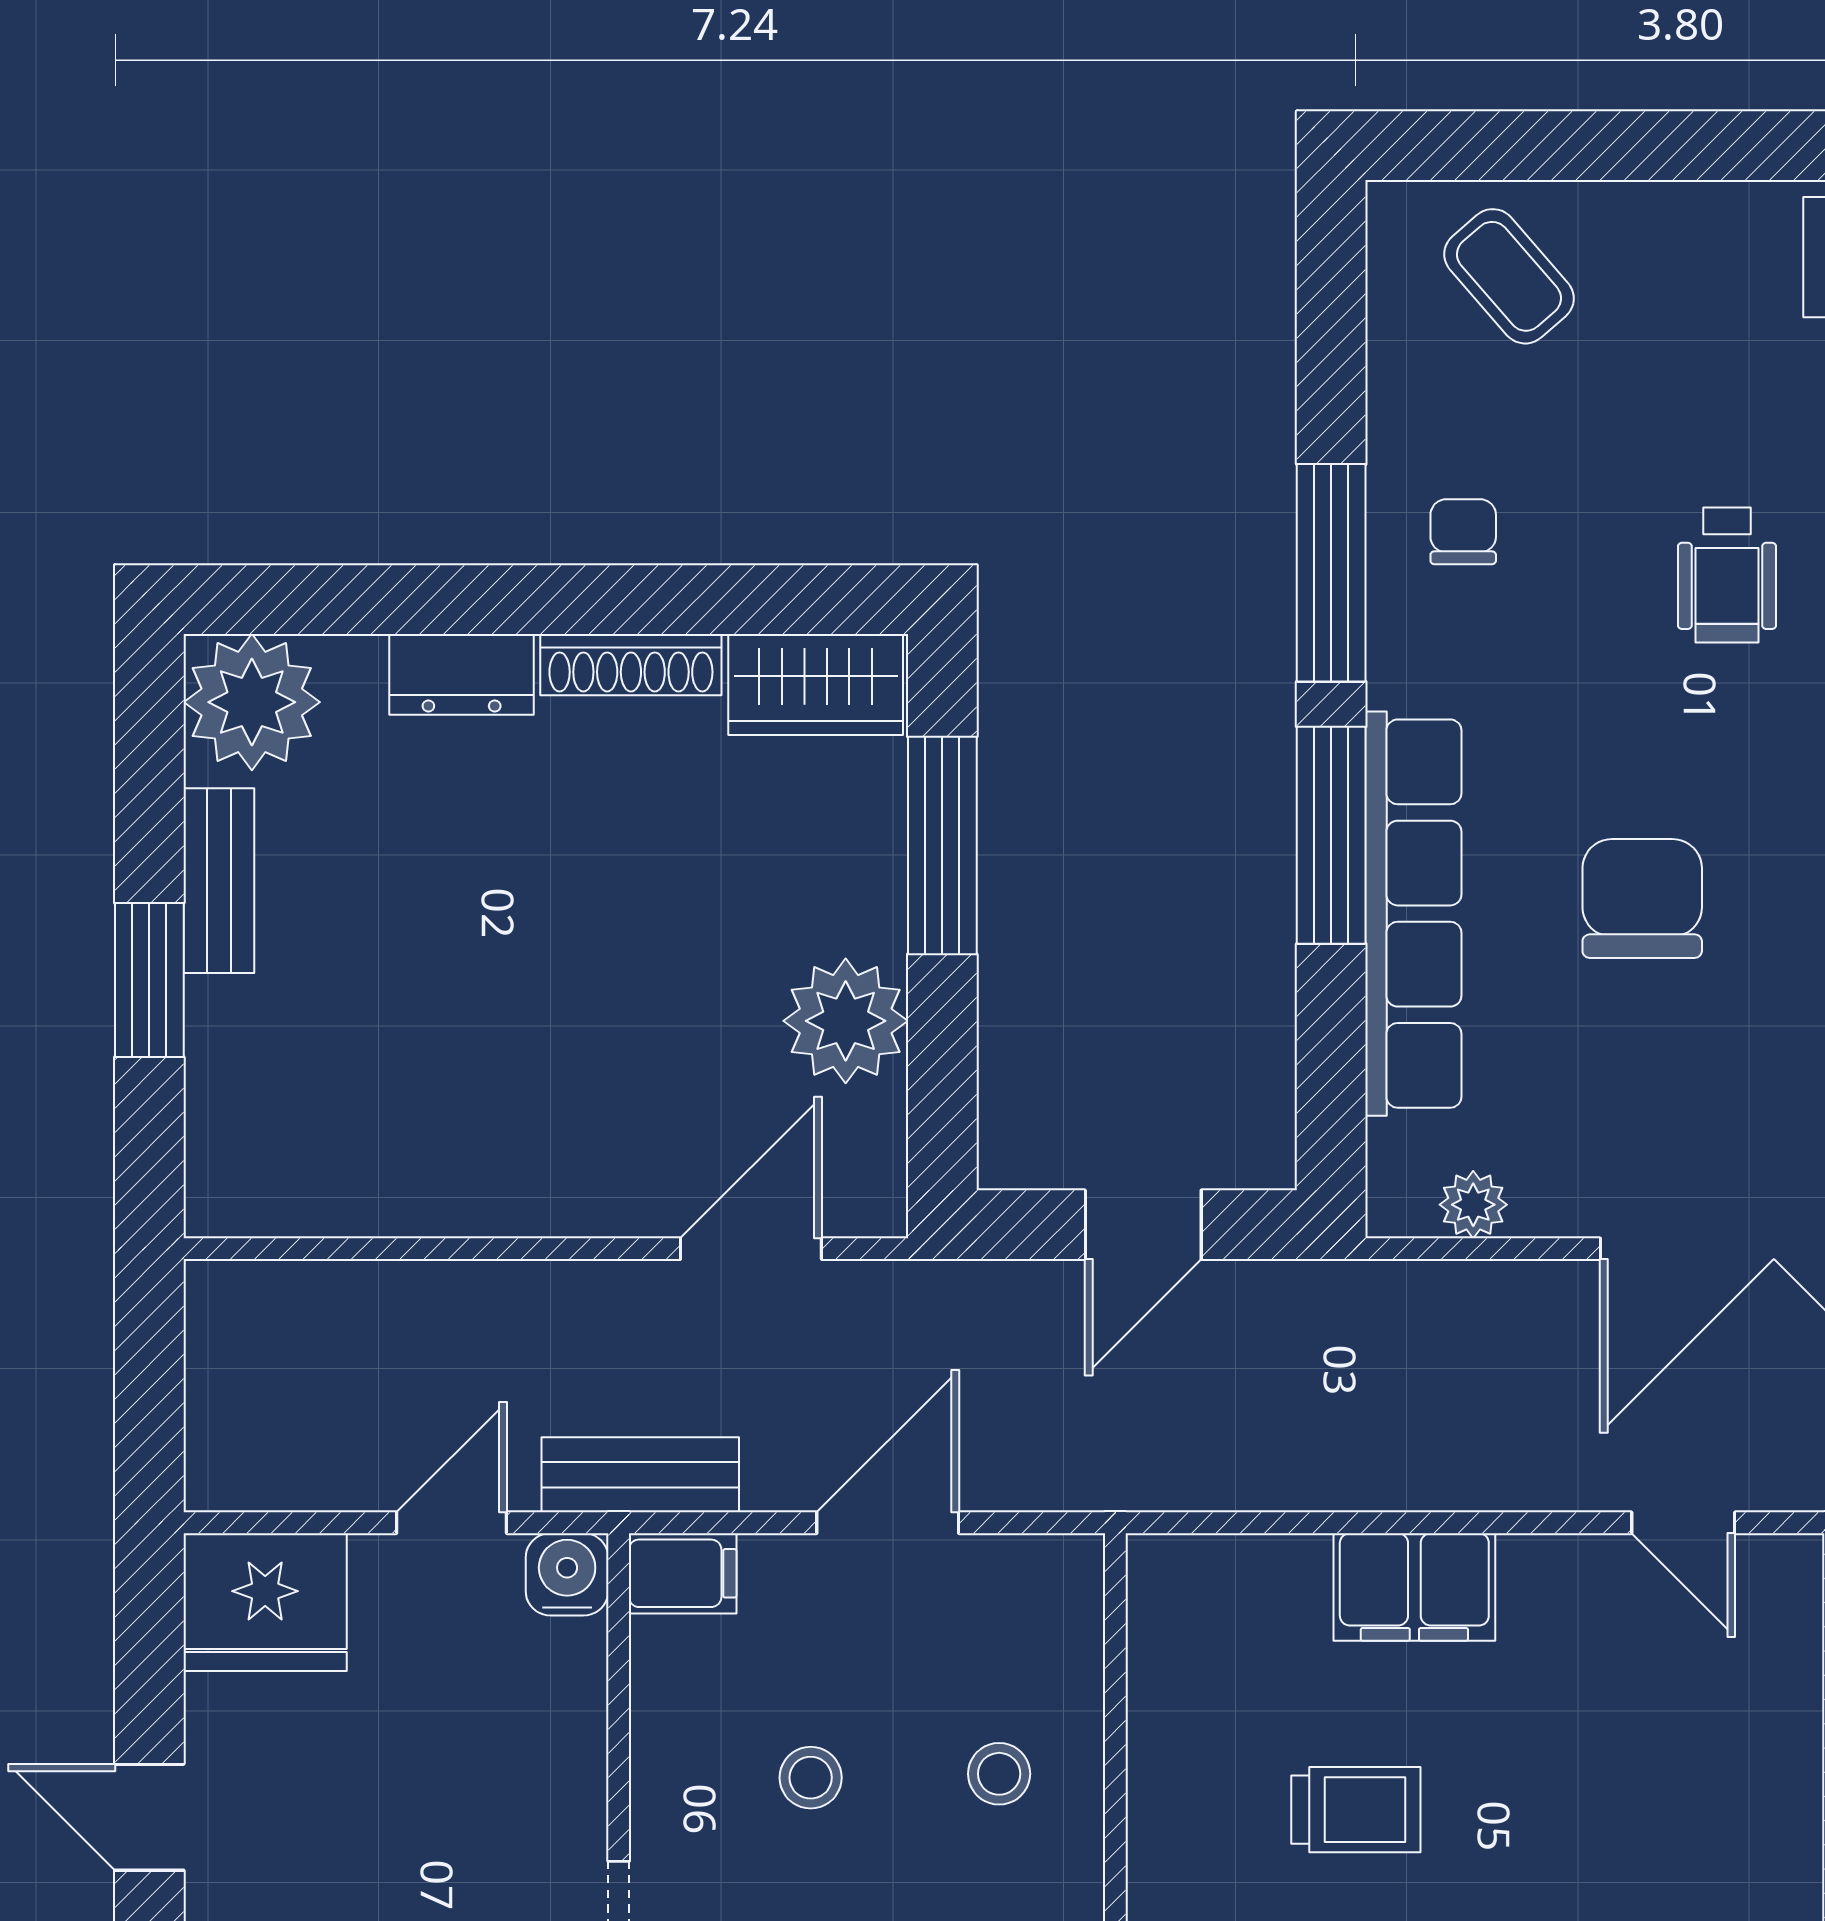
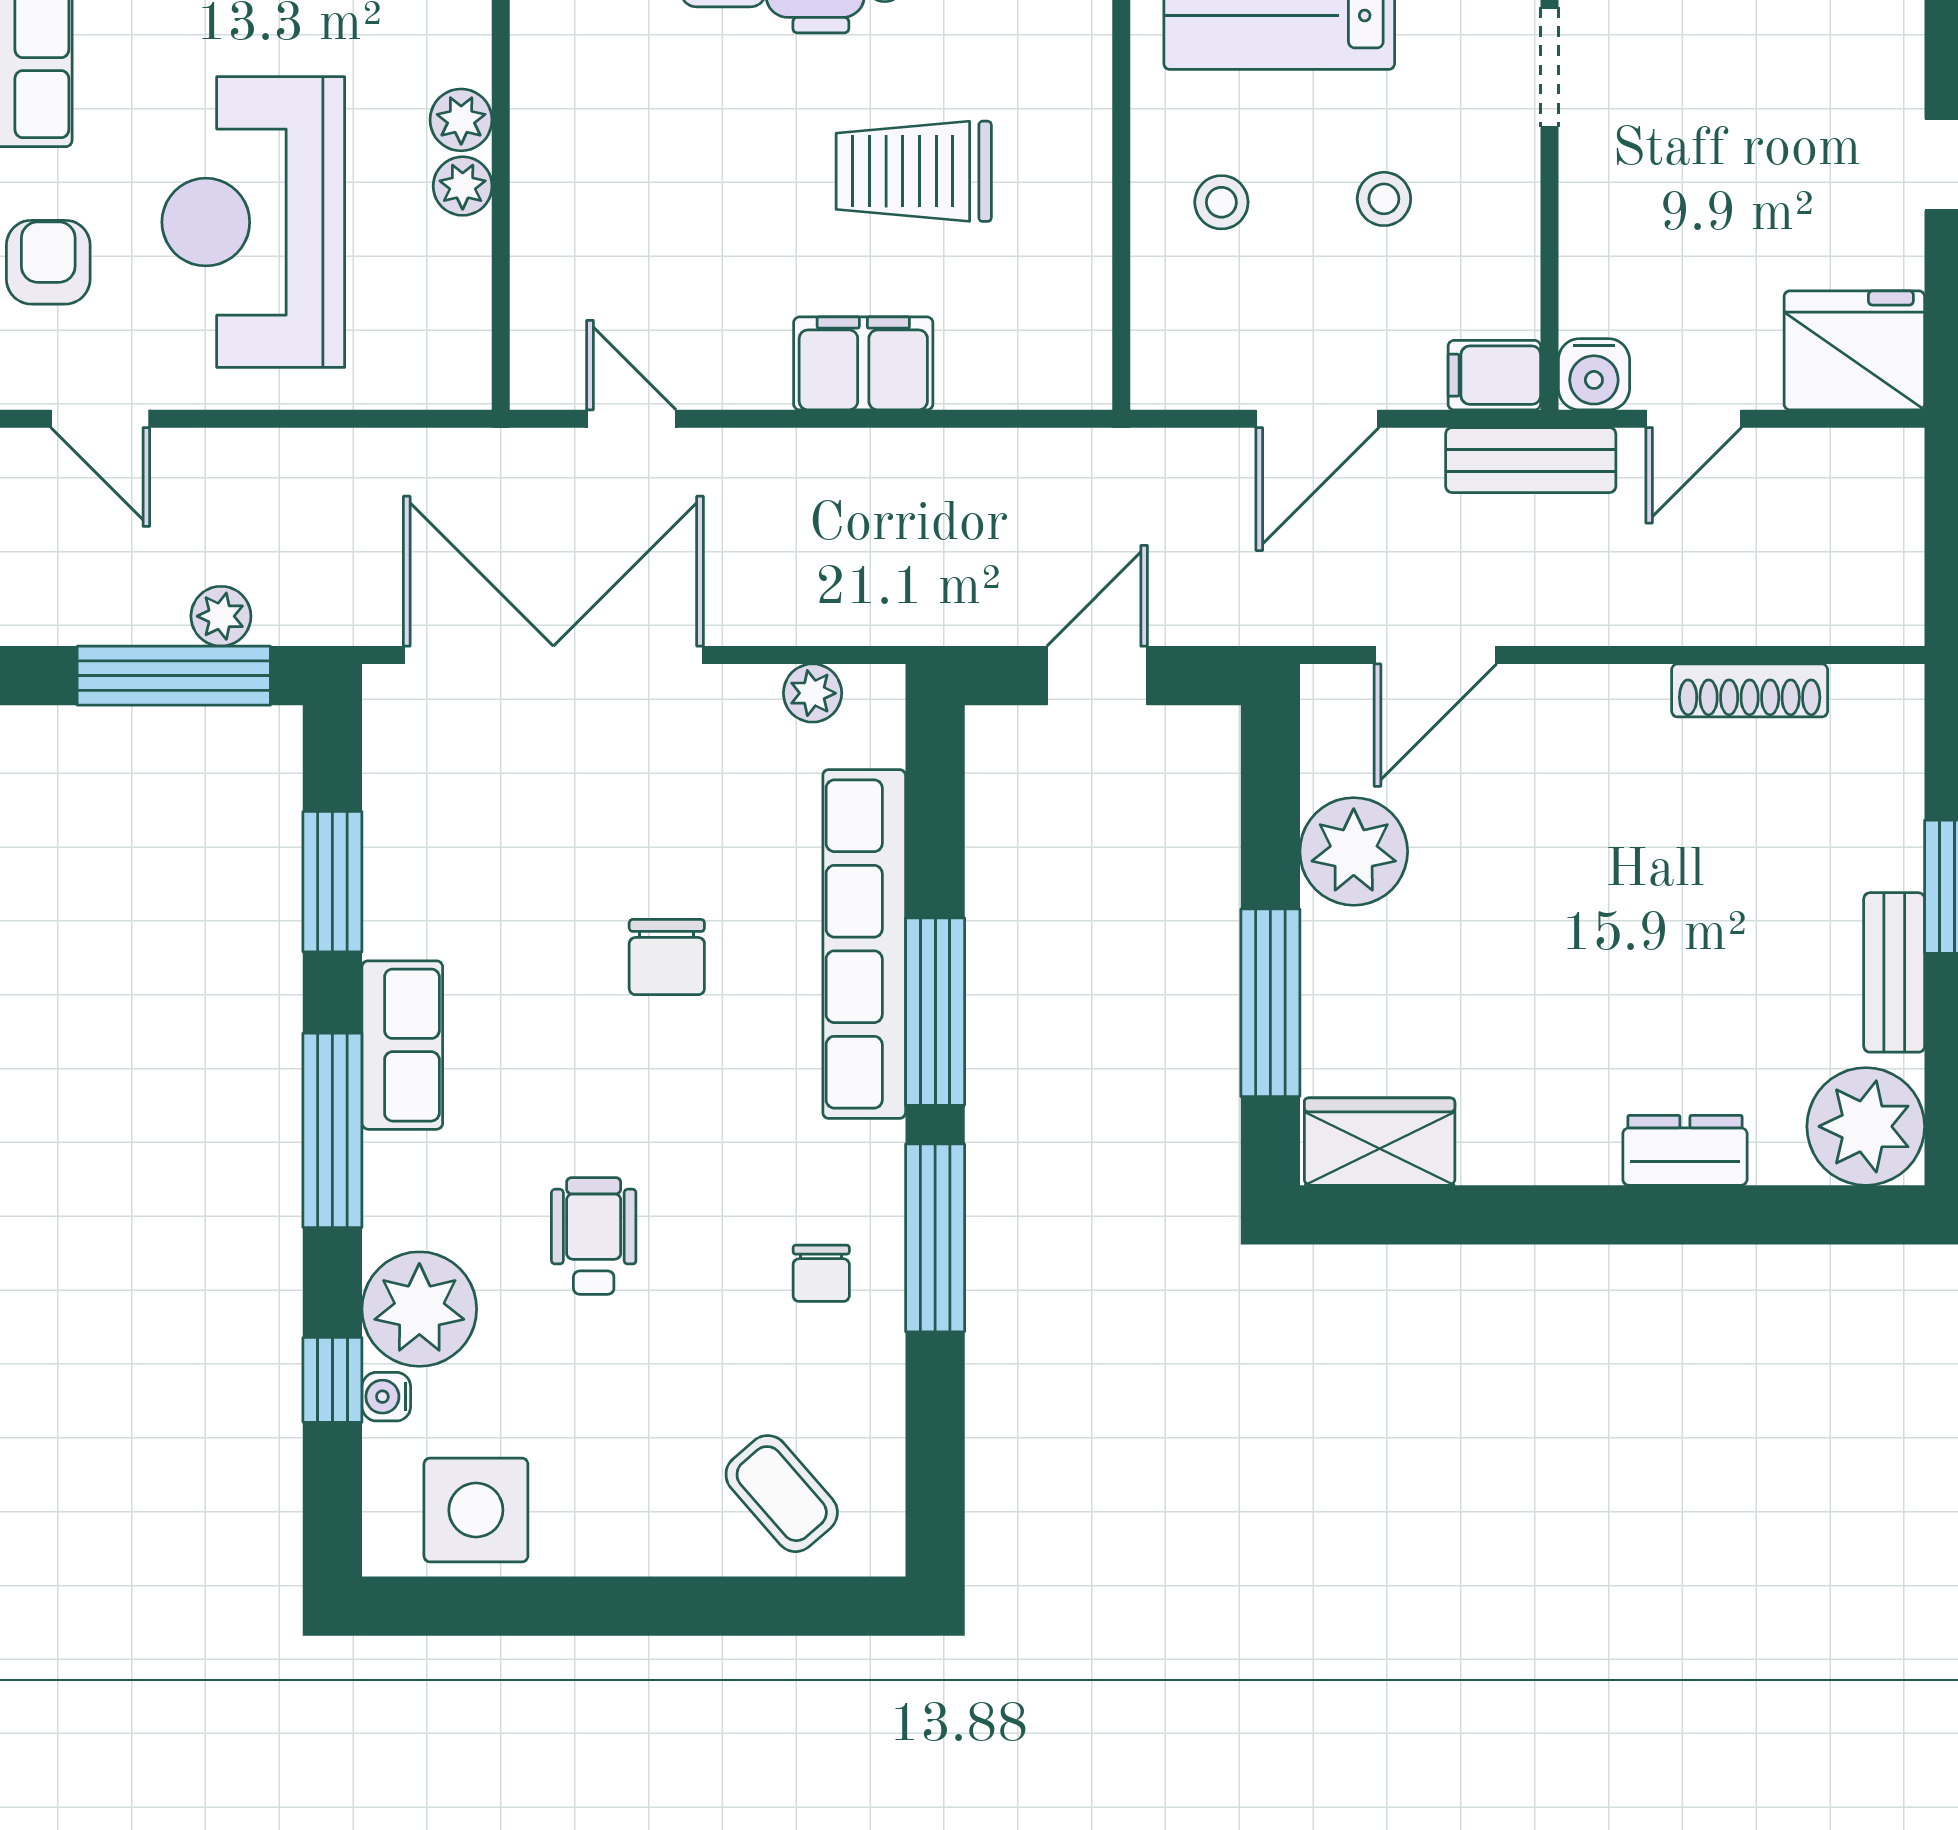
shoe rack: (631, 665) -> (1750, 690), moved, turned 180
chair: (1642, 898) -> (667, 957), width x0.73, depth x0.73
trolley: (1356, 1810) -> (914, 171), width x1.36, depth x1.39

